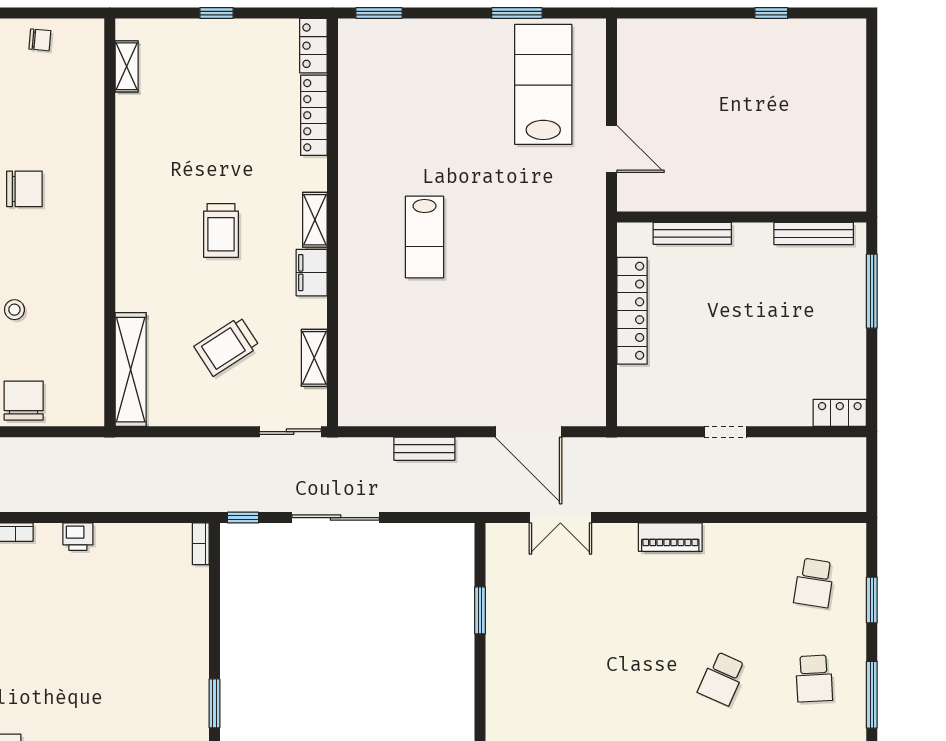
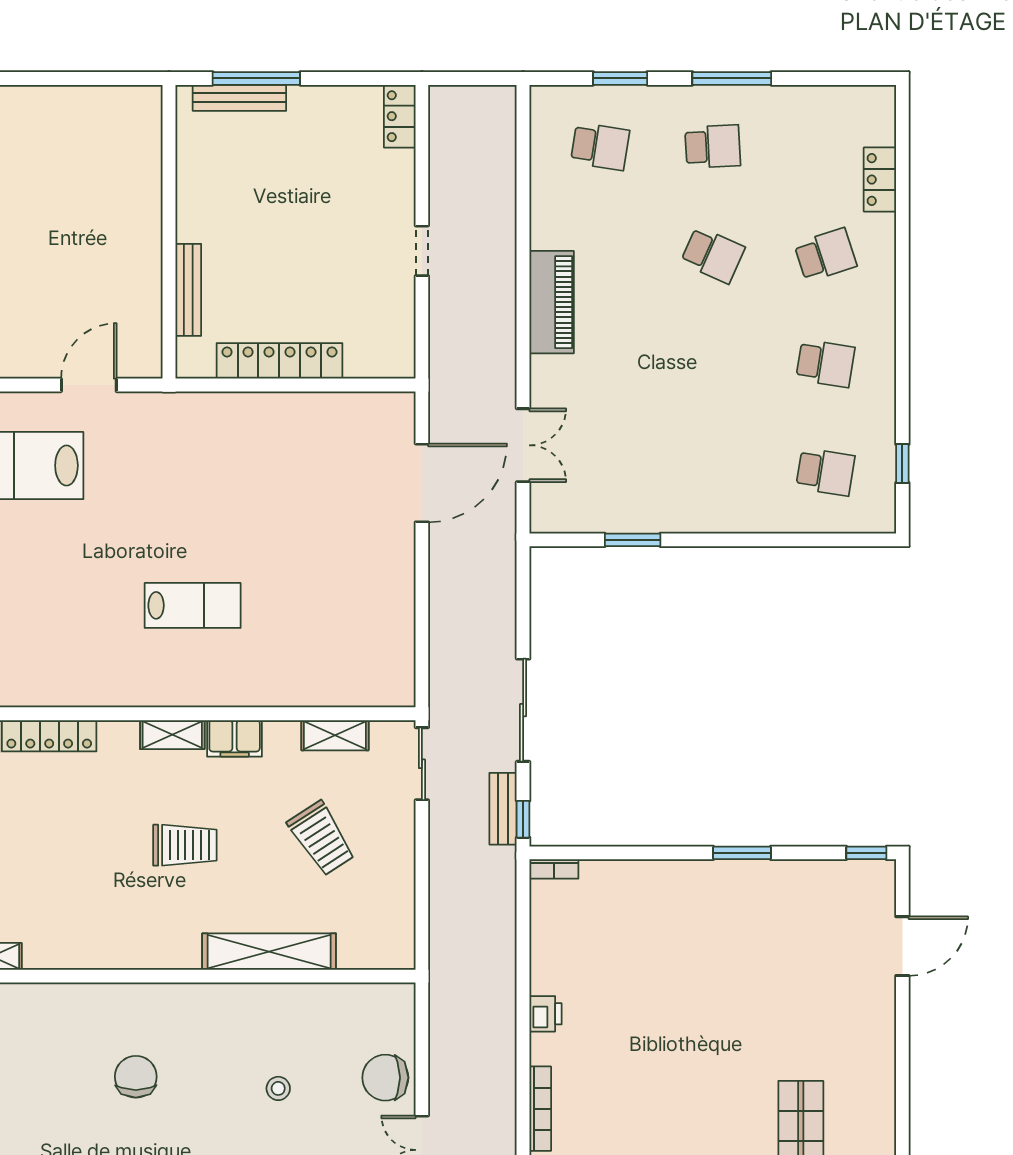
bench: (814, 233) -> (239, 98), moved, turned 90
shelving: (131, 370) -> (269, 952), moved
bench: (424, 449) -> (503, 809), moved
piano: (670, 537) -> (552, 302), width x1.37, depth x1.33

